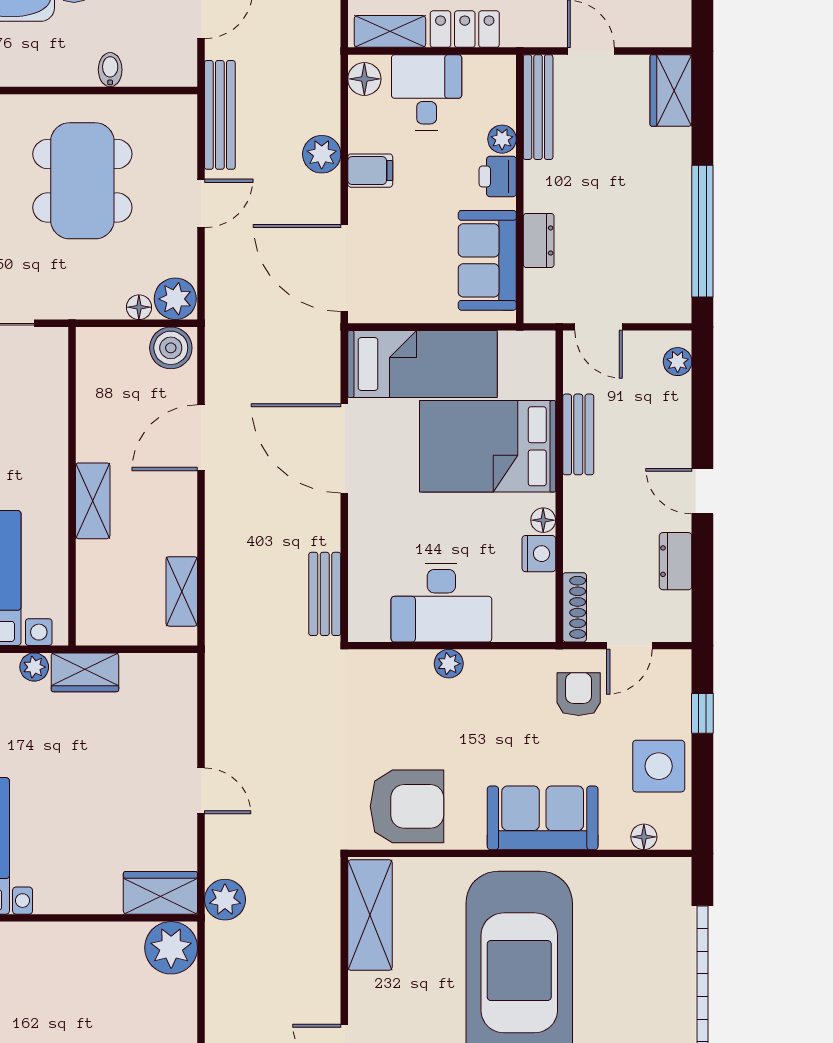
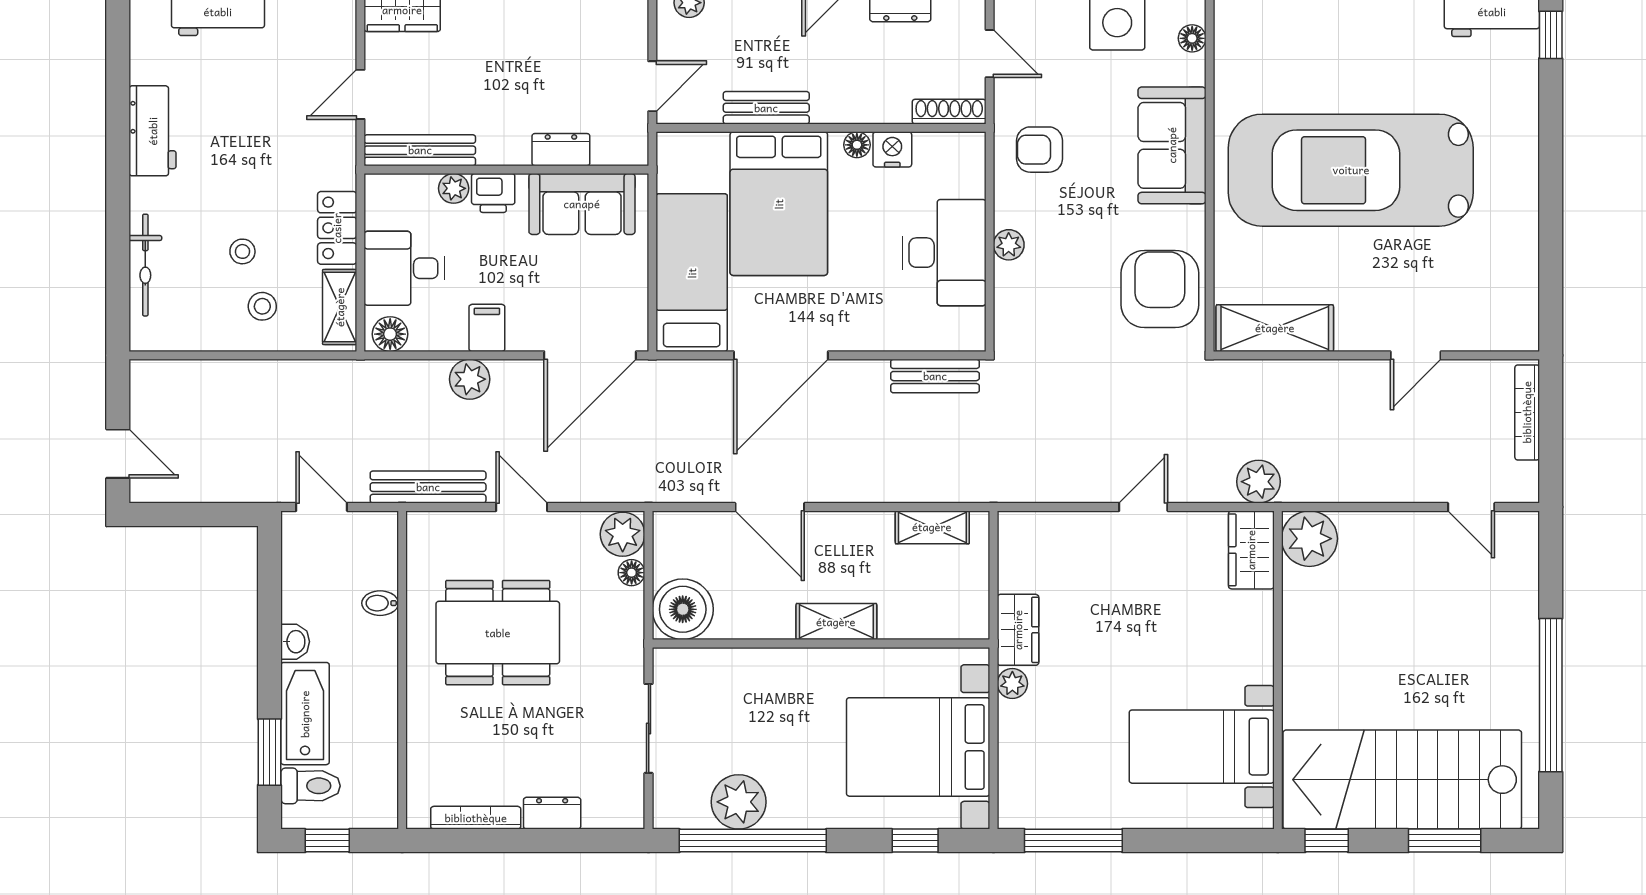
boiler: (171, 348) -> (683, 609), moved, width x1.37, depth x1.37
armchair: (579, 694) -> (1040, 150), moved

